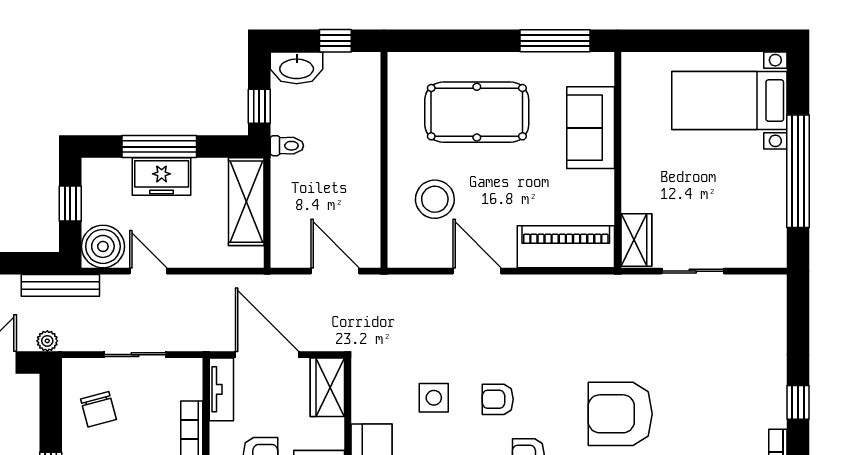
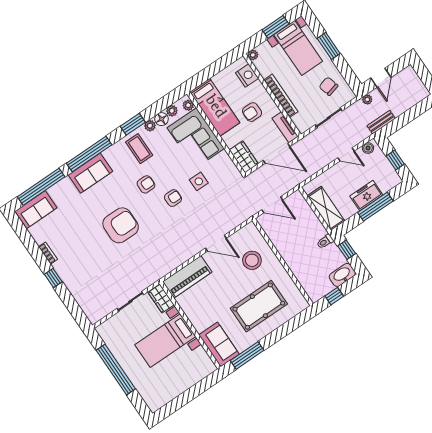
bed with nightstands: (729, 101) -> (165, 341), moved, turned 180
sofa: (591, 128) -> (219, 345), moved
boiler: (103, 246) -> (368, 148), width x0.54, depth x0.54
bench: (60, 285) -> (381, 122), width x0.73

